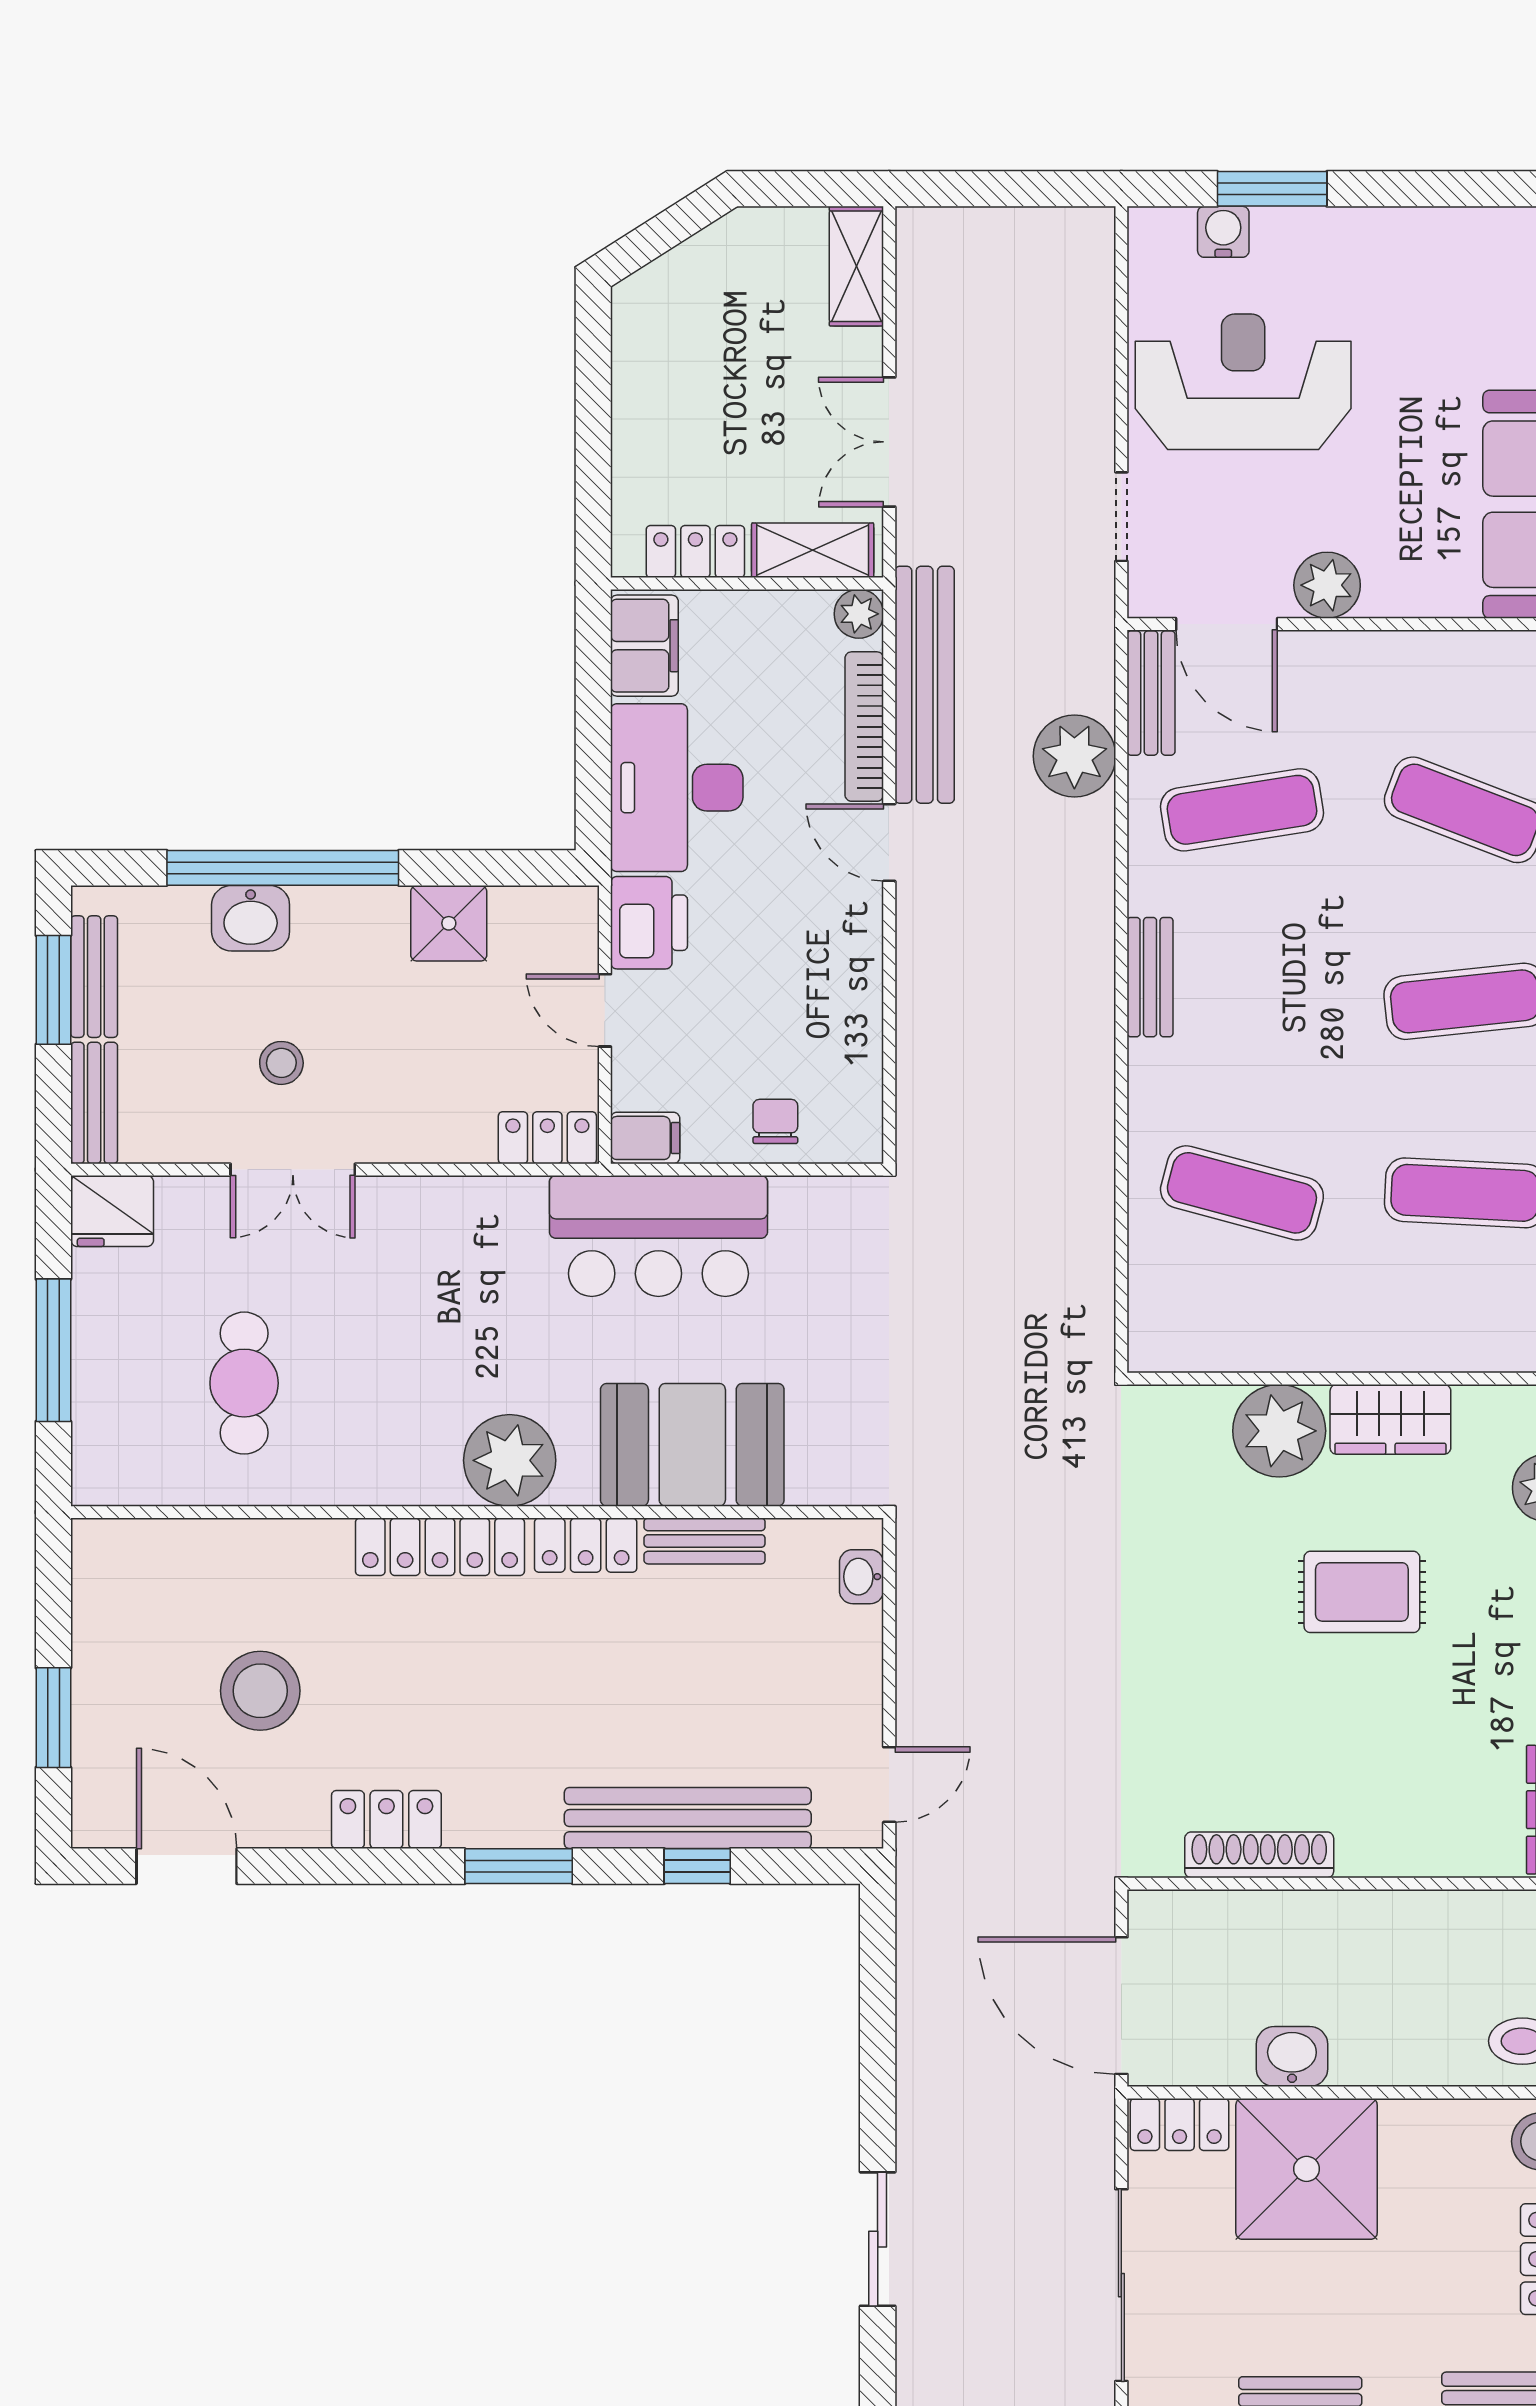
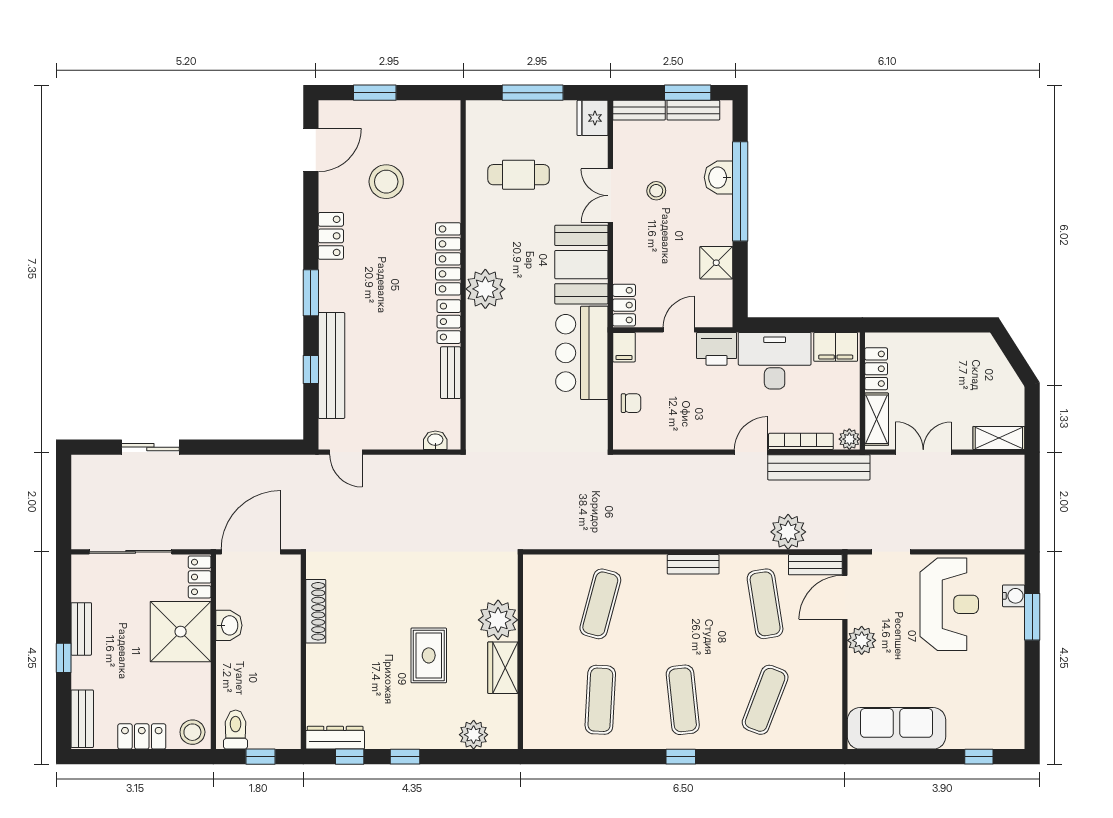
booth: (692, 1445) -> (581, 265), moved

